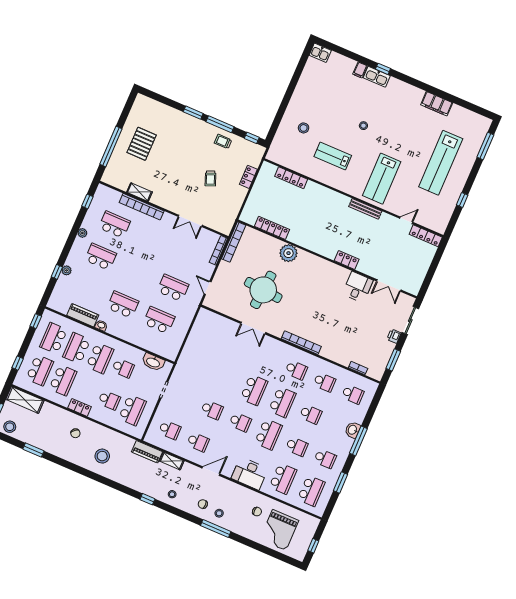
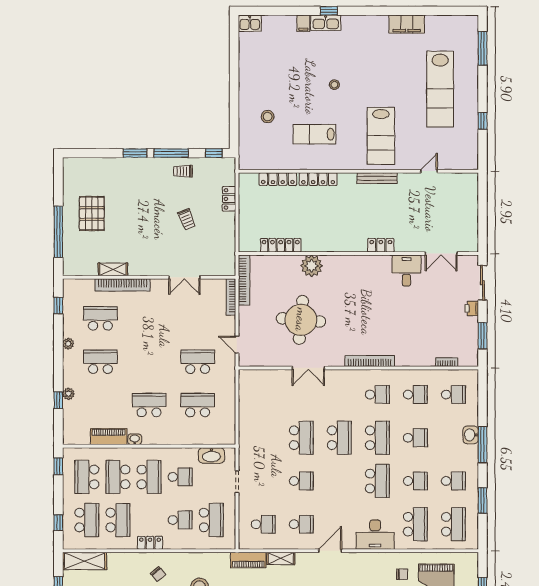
locker: (426, 236) -> (318, 179), moved
school desk: (240, 422) -> (301, 438), moved, width x1.85

